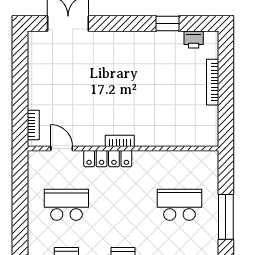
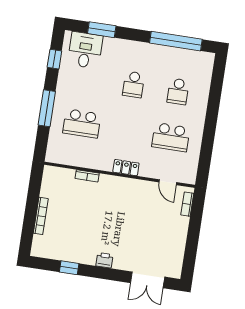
printer: (194, 40) -> (104, 260), moved
bookcase: (120, 141) -> (87, 176), moved
locker: (108, 159) -> (126, 168), width x0.66

